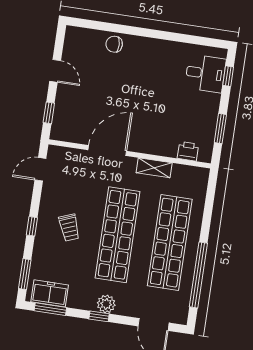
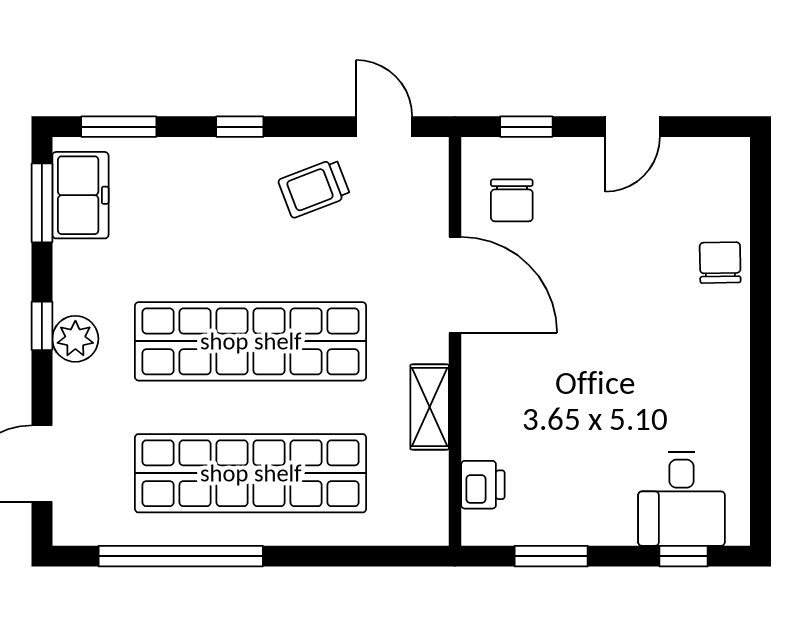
chair: (77, 123) -> (512, 200), added
trolley: (69, 228) -> (314, 188), moved

